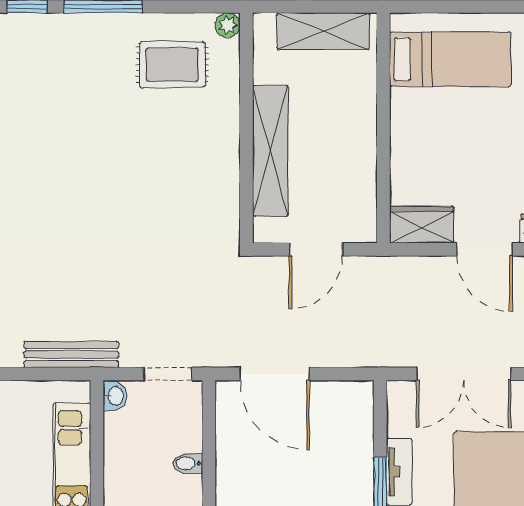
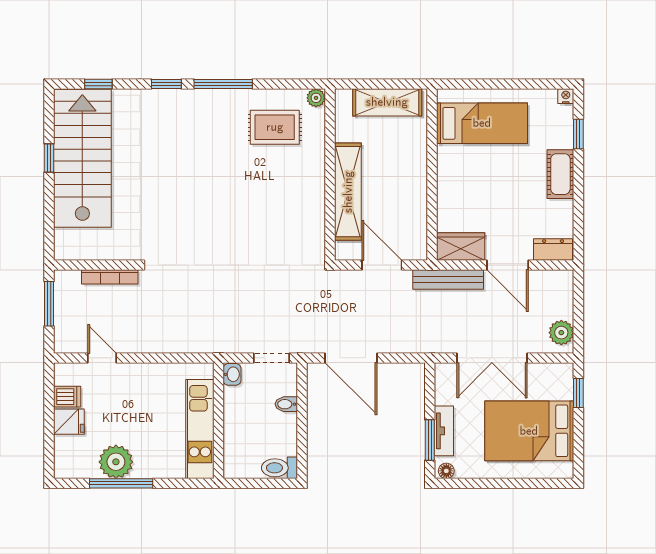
door: (316, 249) -> (382, 265), swing flipped
bench: (71, 354) -> (448, 280), moved
bidet: (188, 463) -> (286, 404), moved

